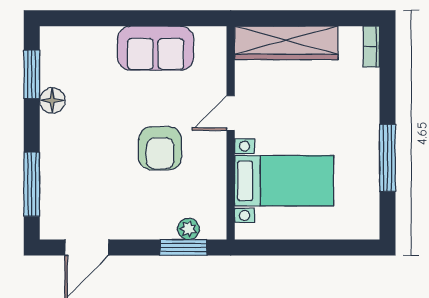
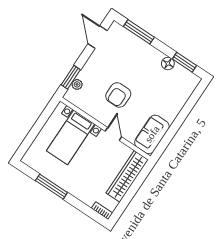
sofa: (156, 48) -> (152, 134), moved
armchair: (160, 148) -> (118, 95), turned -90

